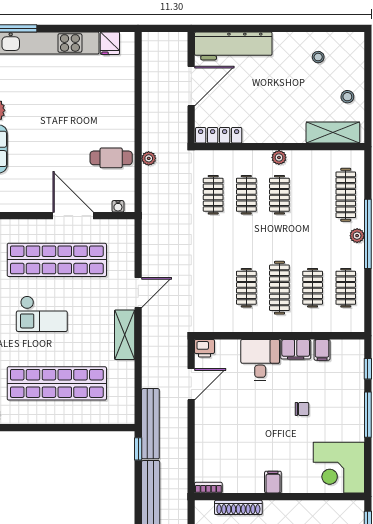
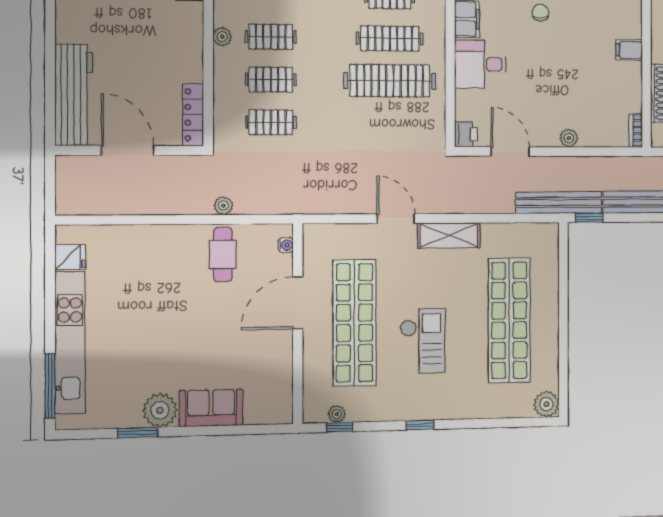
clothes rail: (246, 288) -> (390, 81), width x1.86, depth x1.31
plant: (202, 432) -> (569, 138), added

